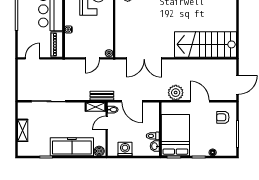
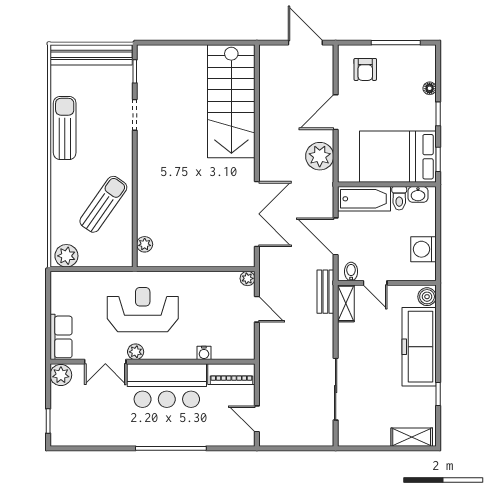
door: (132, 101) -> (336, 236), swing flipped
bathtub: (152, 117) -> (364, 199), added
shelving: (23, 130) -> (412, 437), moved

